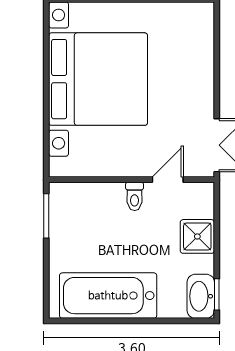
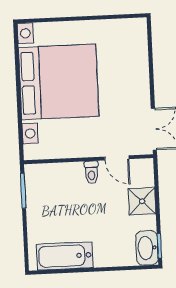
door: (168, 180) -> (117, 158), swing flipped
bathtub: (108, 296) -> (65, 256), width x0.73, depth x0.73

